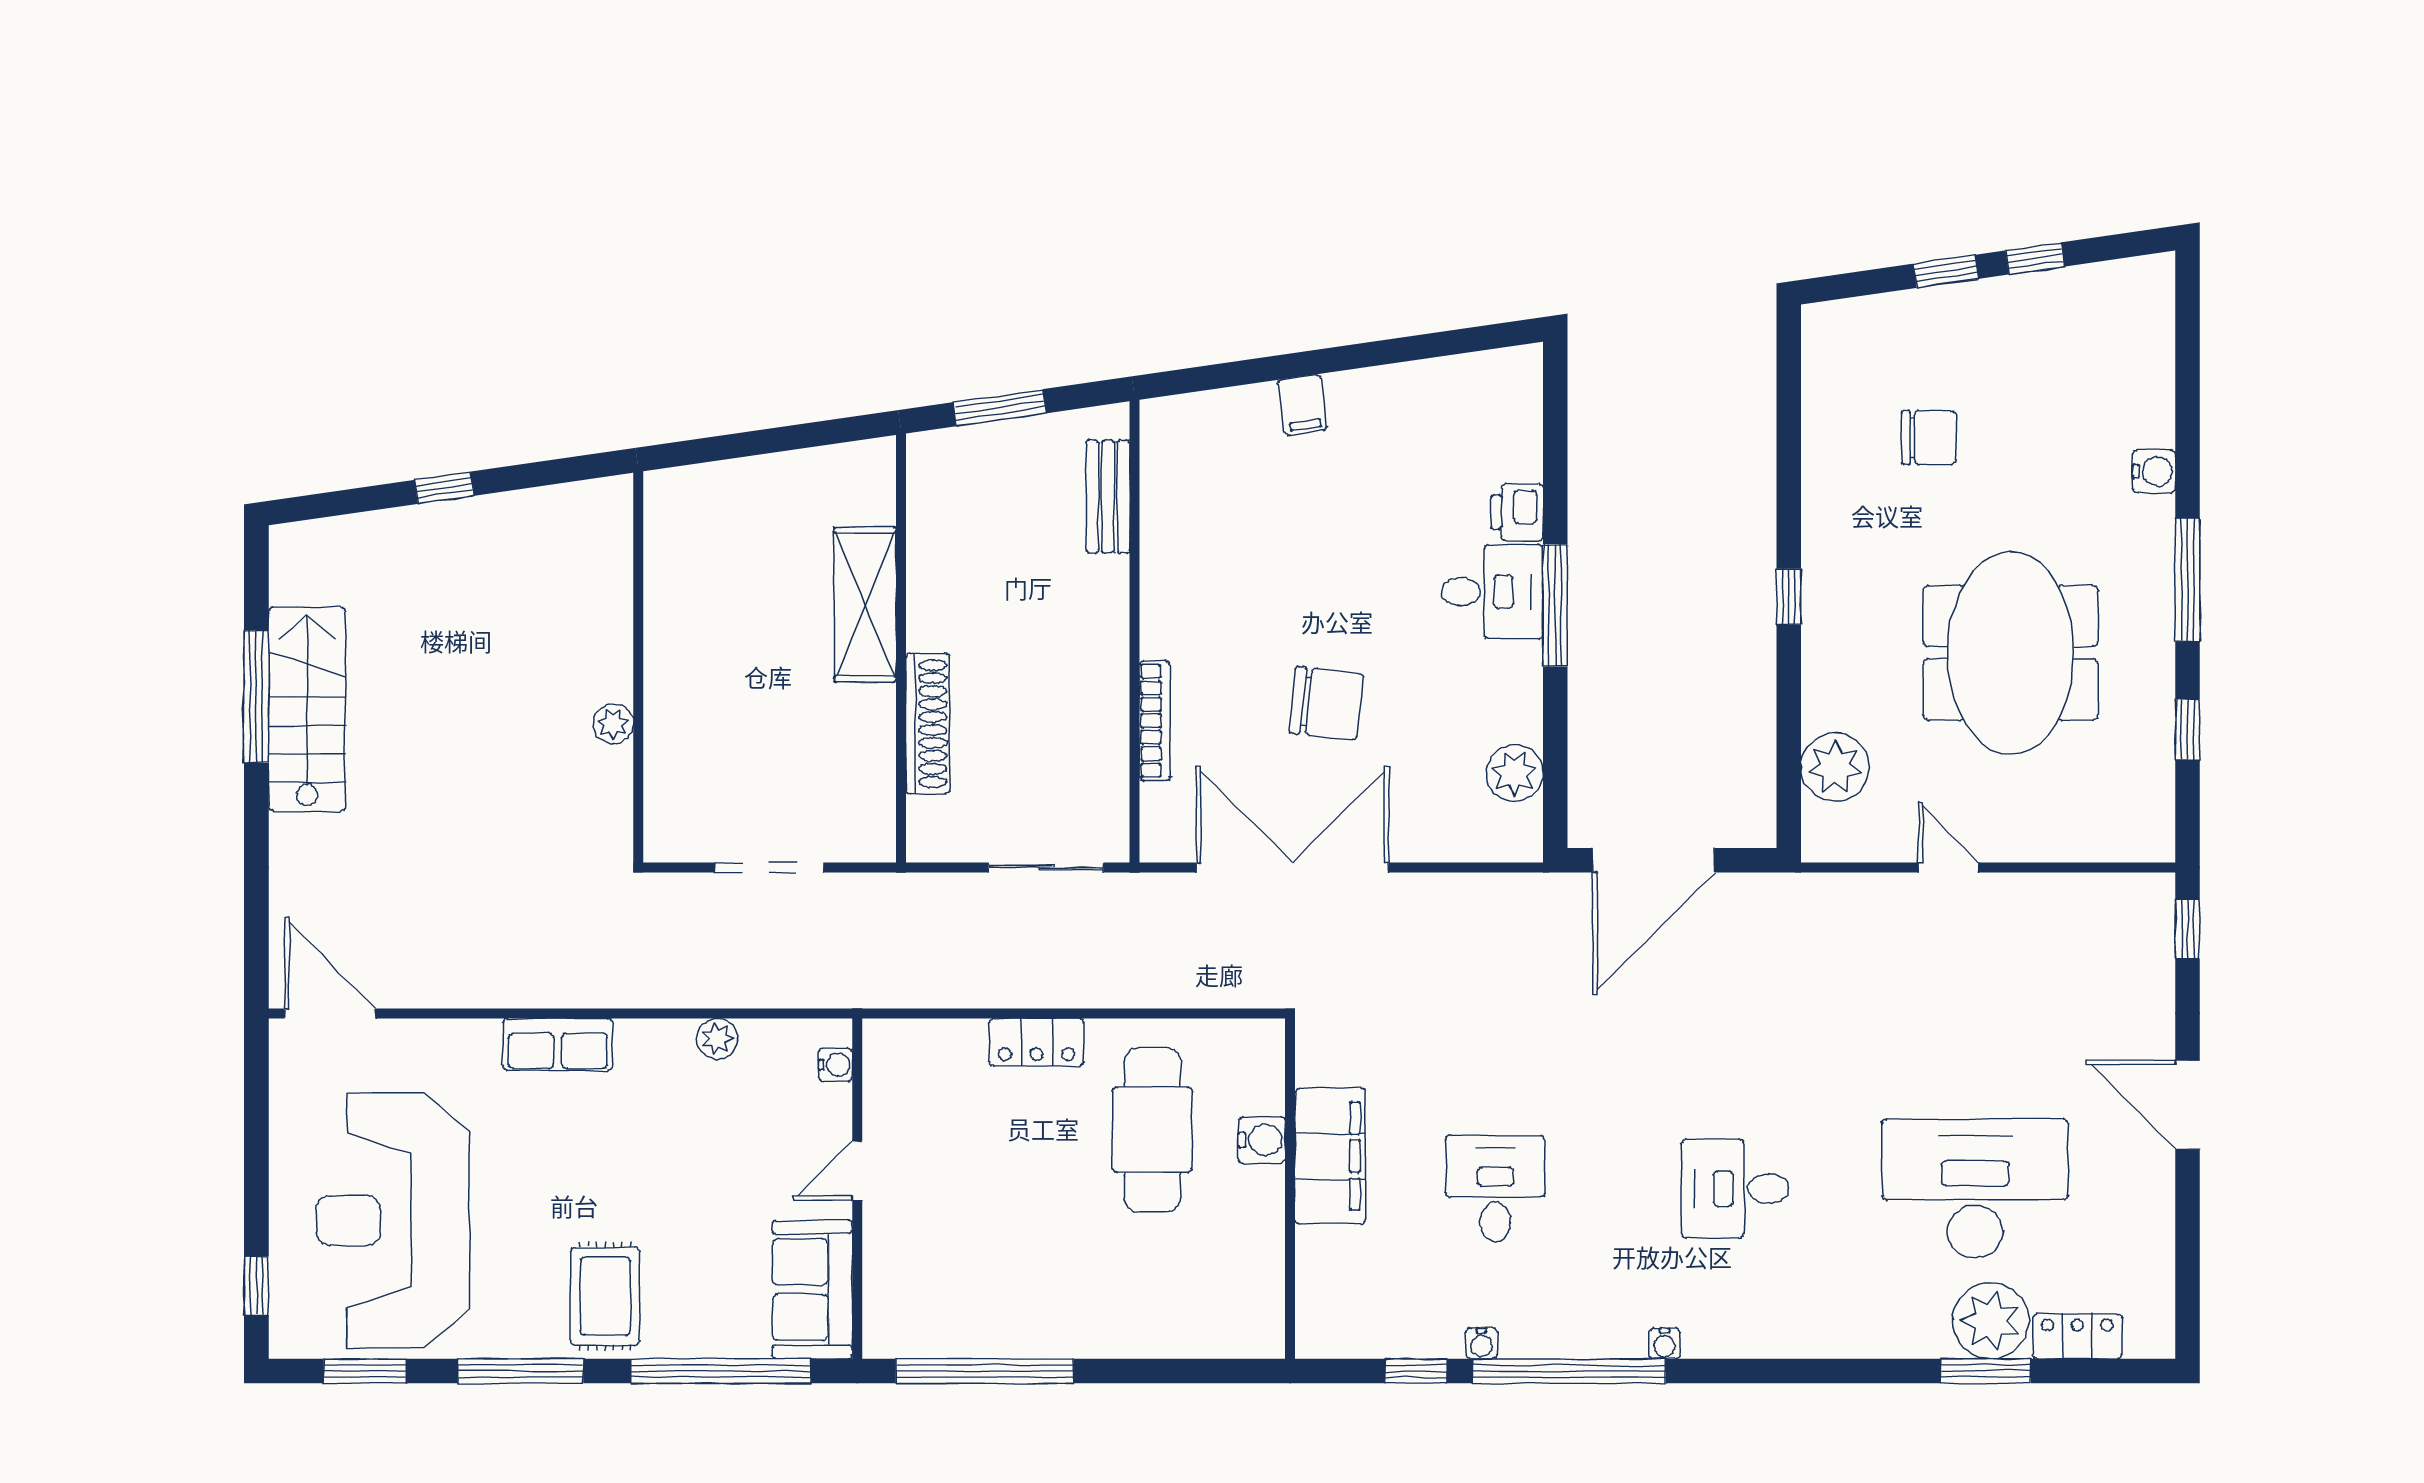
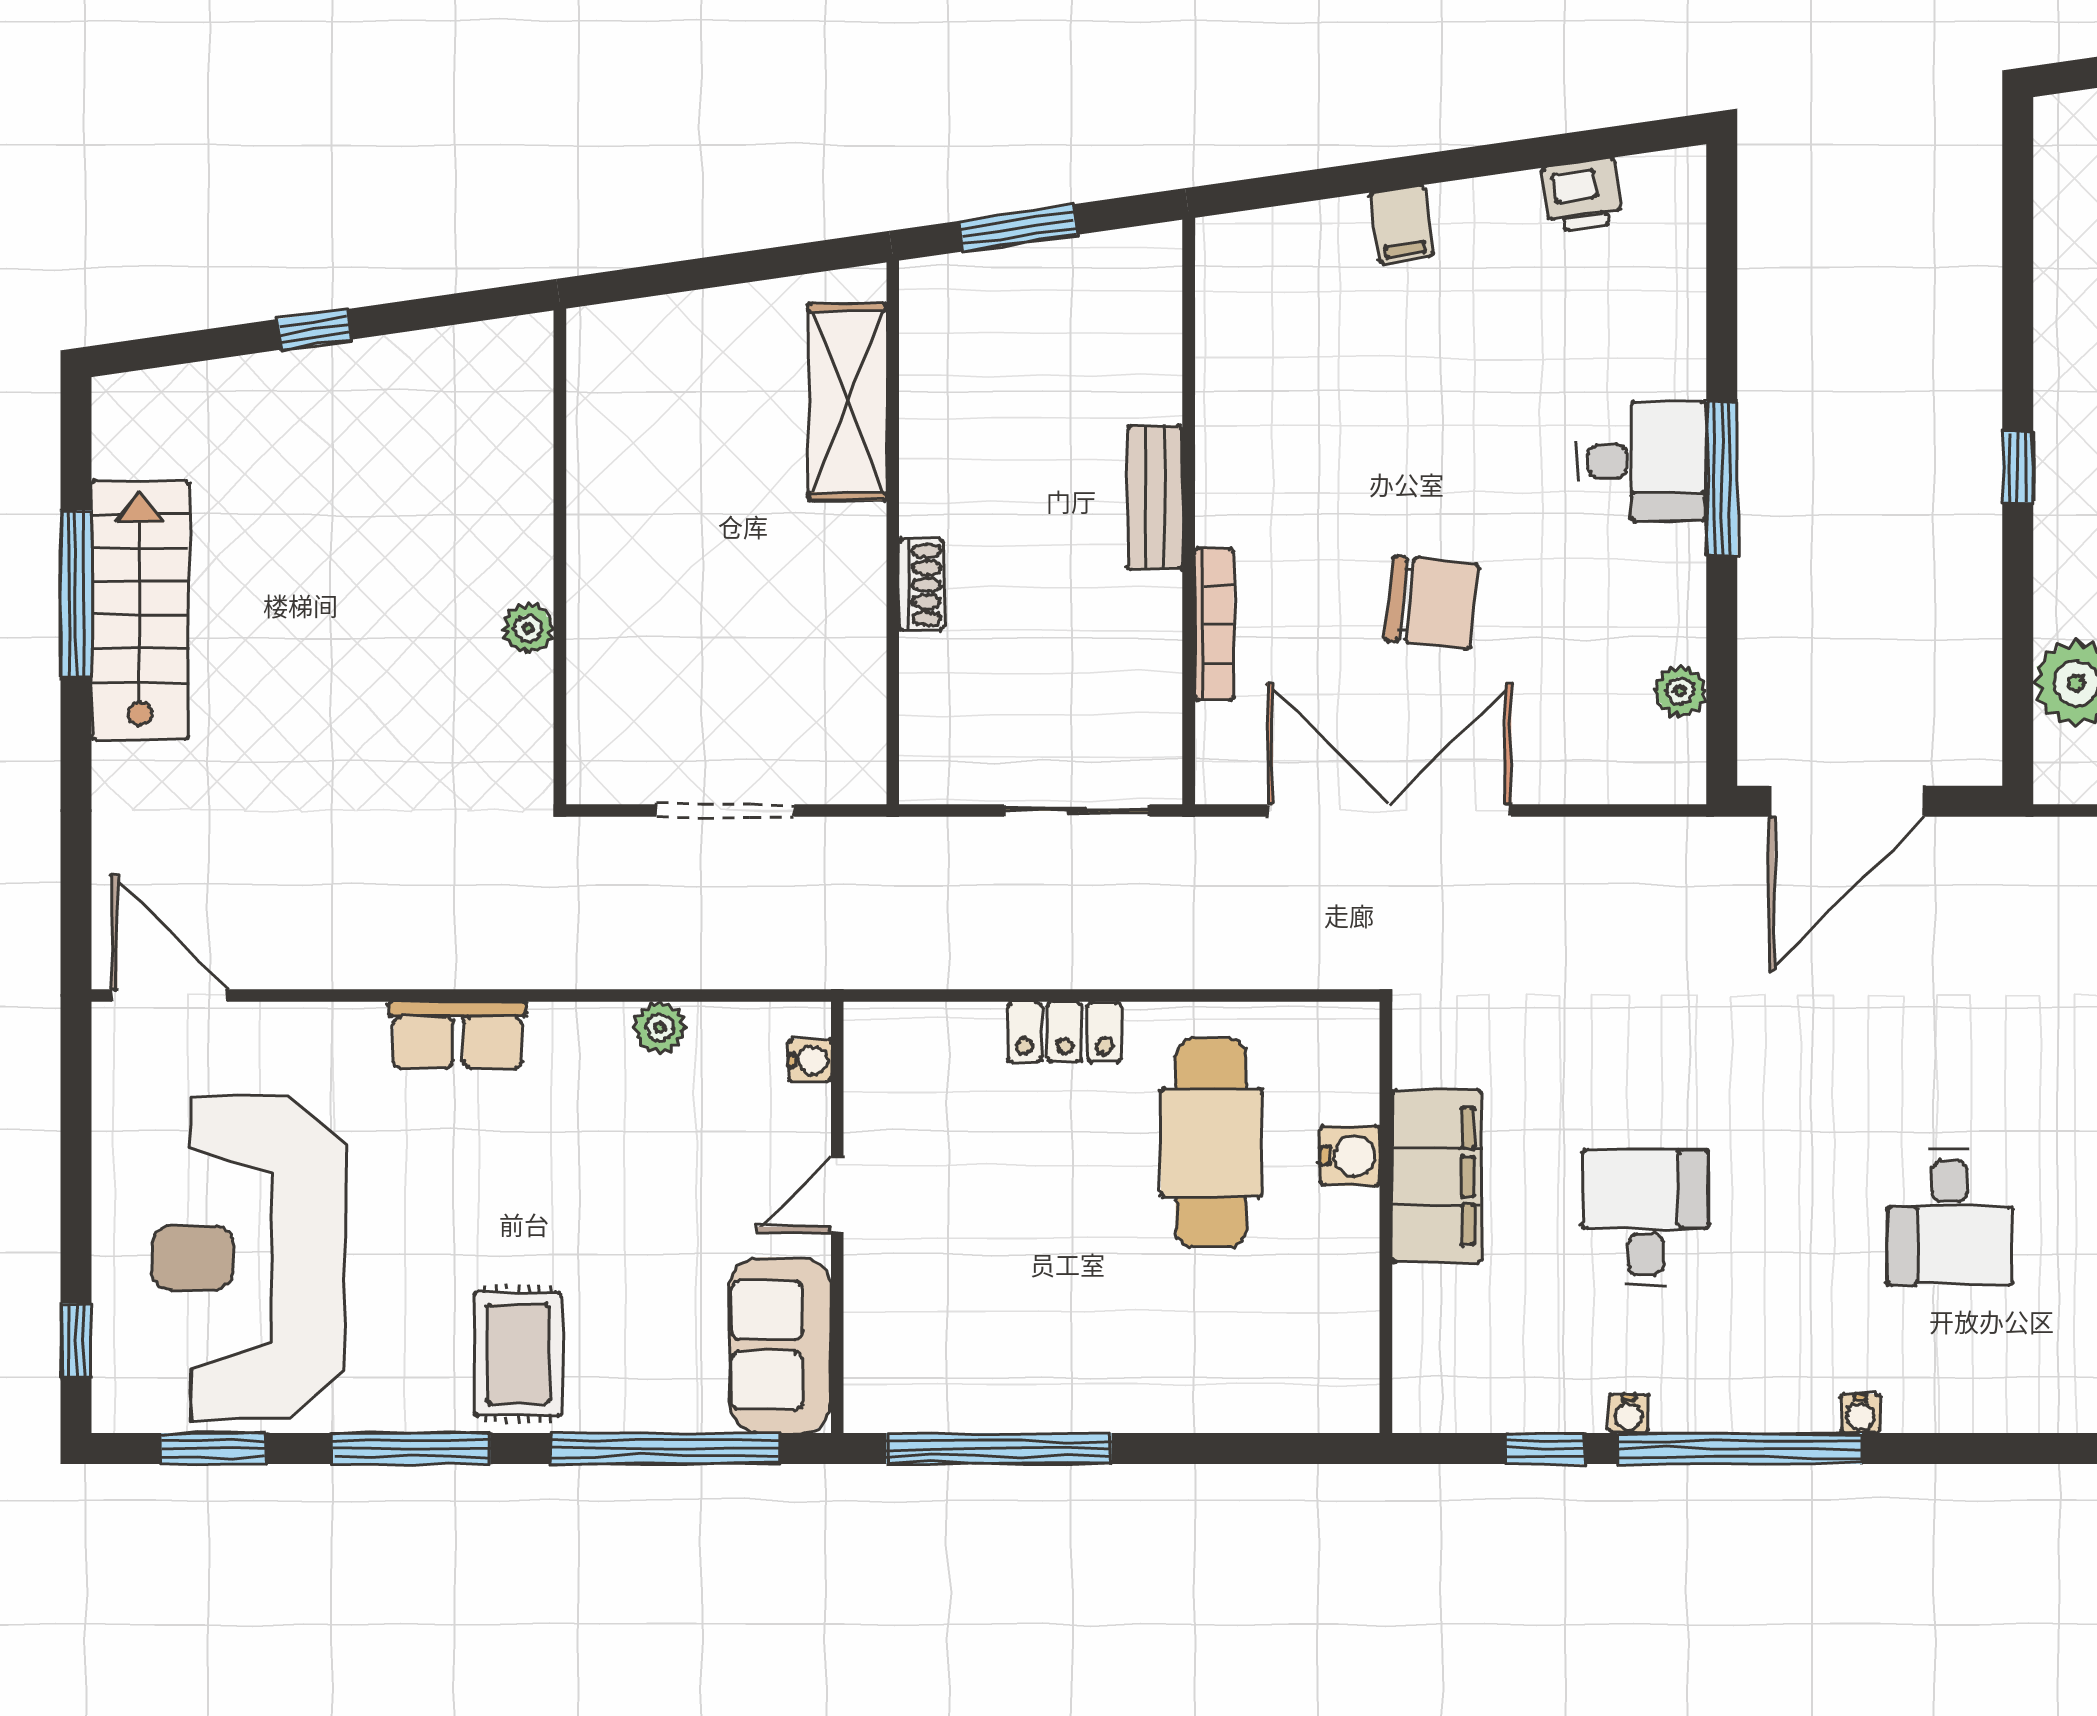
bench: (1108, 497) -> (1155, 497), moved
printer: (1517, 512) -> (1582, 195), moved, turned -98
shelving: (865, 605) -> (847, 402), moved
shoe rack: (928, 724) -> (921, 585), width x0.51, depth x0.81
plant: (1514, 773) -> (1680, 691), width x0.73, depth x0.73
desk: (1735, 1189) -> (1950, 1217), turned -90

